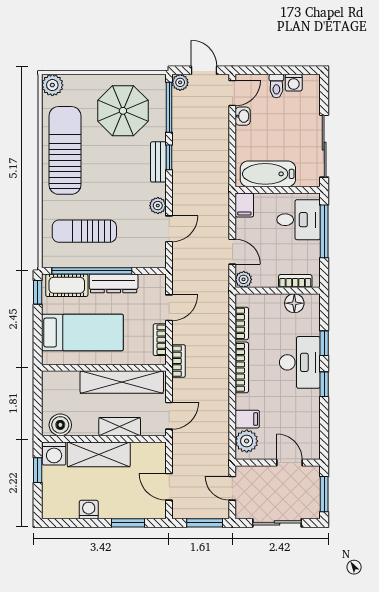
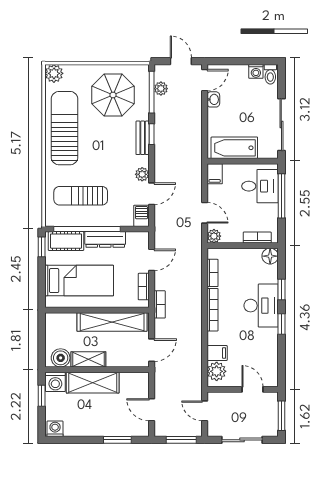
plant: (180, 82) -> (161, 89), moved
toilet: (276, 86) -> (270, 74), moved
barbecue: (157, 255) -> (142, 216), added
floor lamp: (294, 303) -> (270, 256), moved
shelving: (120, 427) -> (88, 359), moved
washing machine: (89, 510) -> (55, 429), moved

